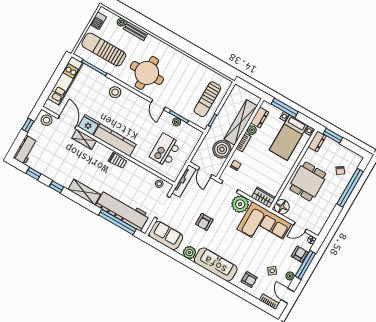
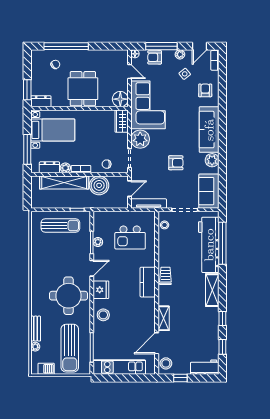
fridge: (89, 125) -> (101, 290), moved, turned 180
kitchen counter: (115, 140) -> (148, 282), width x0.67
dining table: (308, 181) -> (83, 89), turned 90

